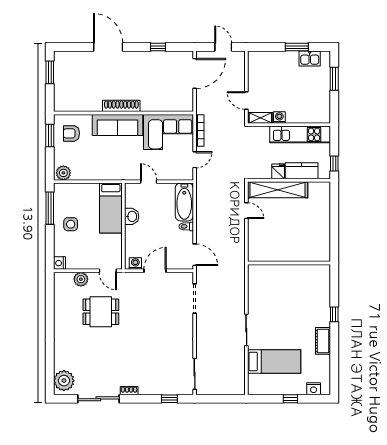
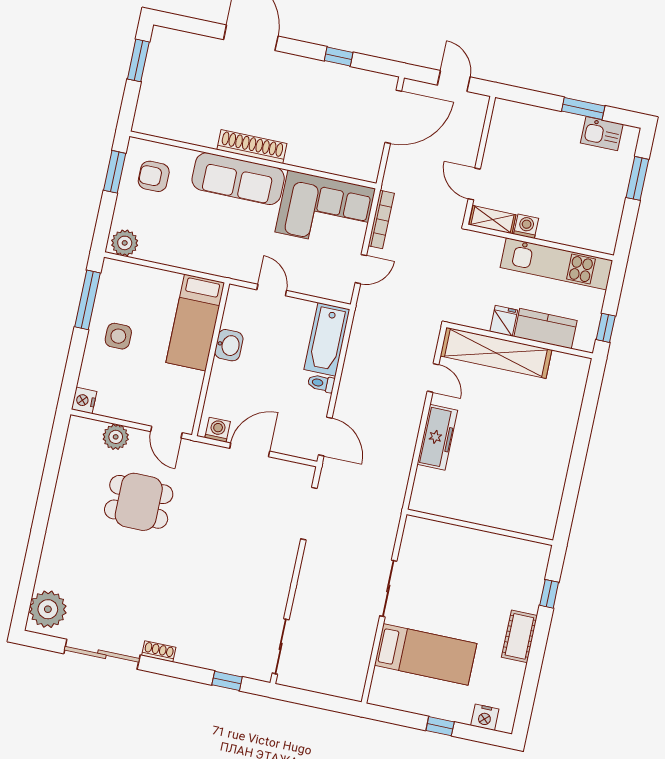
freezer: (256, 242) -> (437, 437), added
wall: (289, 263) -> (480, 527), moved

